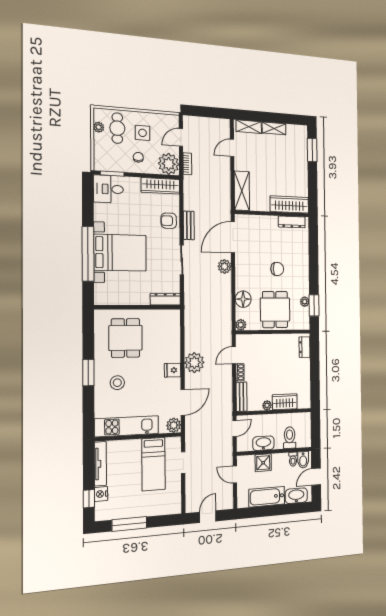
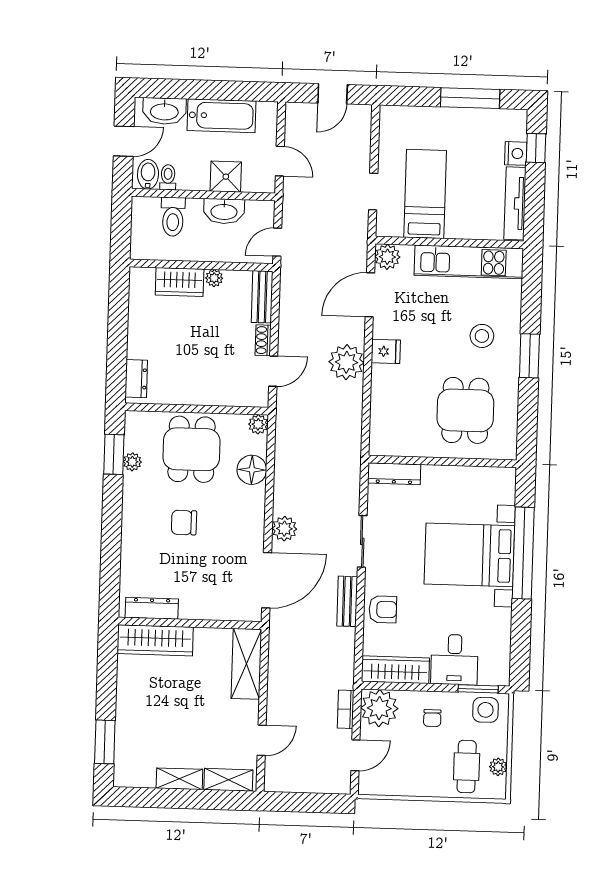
side table: (143, 133) -> (486, 710), moved
desk: (108, 189) -> (454, 660), moved, turned 90

